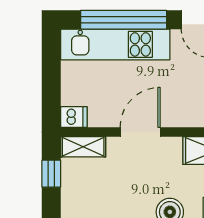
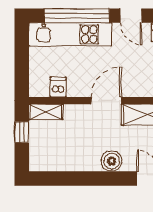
dishwasher: (74, 117) -> (58, 87), moved, turned -90
door: (140, 132) -> (106, 101), moved

